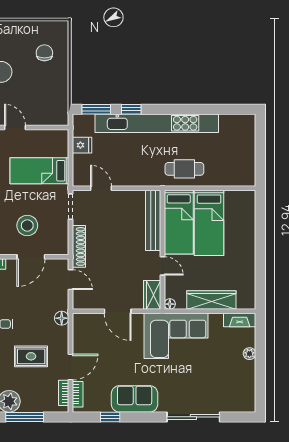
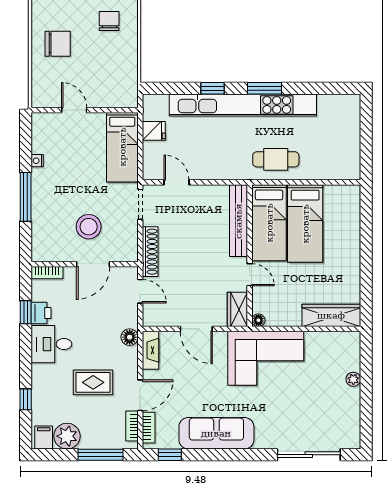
window: (96, 109) -> (265, 88), moved
bed: (39, 171) -> (122, 147), moved, turned -90
wardrobe: (211, 300) -> (331, 315), moved
fireplace: (240, 320) -> (151, 350), moved, turned -90
sofa: (135, 399) -> (216, 433), width x1.36
window: (25, 417) -> (100, 455), moved
window: (110, 417) -> (170, 455), moved
sliding door: (193, 417) -> (309, 455), moved

